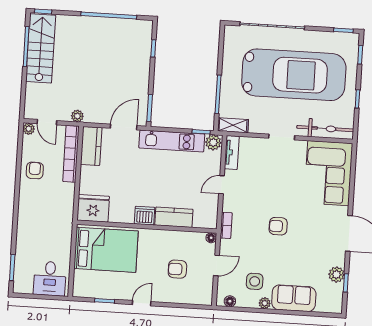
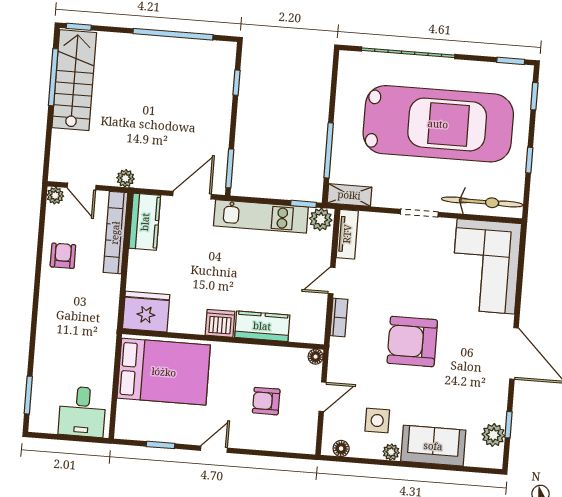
bookcase: (226, 225) -> (339, 318), moved
armchair: (278, 226) -> (412, 342), width x1.88, depth x1.88
plant: (336, 275) -> (493, 435), moved

